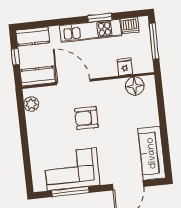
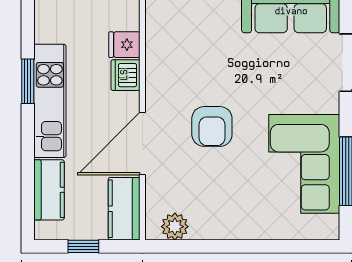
dishwasher: (130, 25) -> (125, 75), moved, turned 180
kitchen counter: (33, 36) -> (49, 190), moved
floor lamp: (135, 86) -> (162, 30), removed

